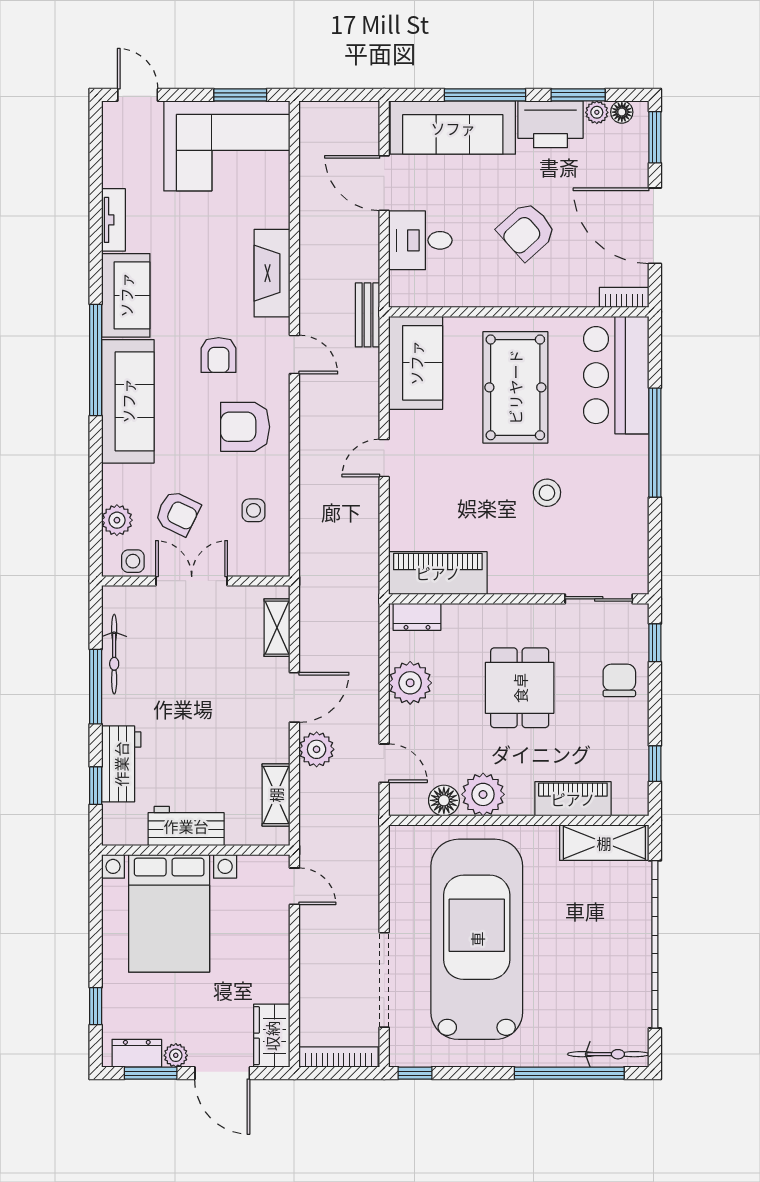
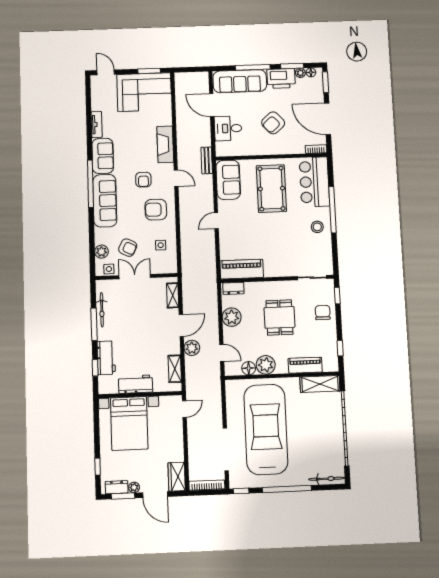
stool: (547, 493) -> (317, 227), moved
door: (294, 886) -> (184, 409), hinge flipped
window: (569, 1073) -> (287, 489), moved

